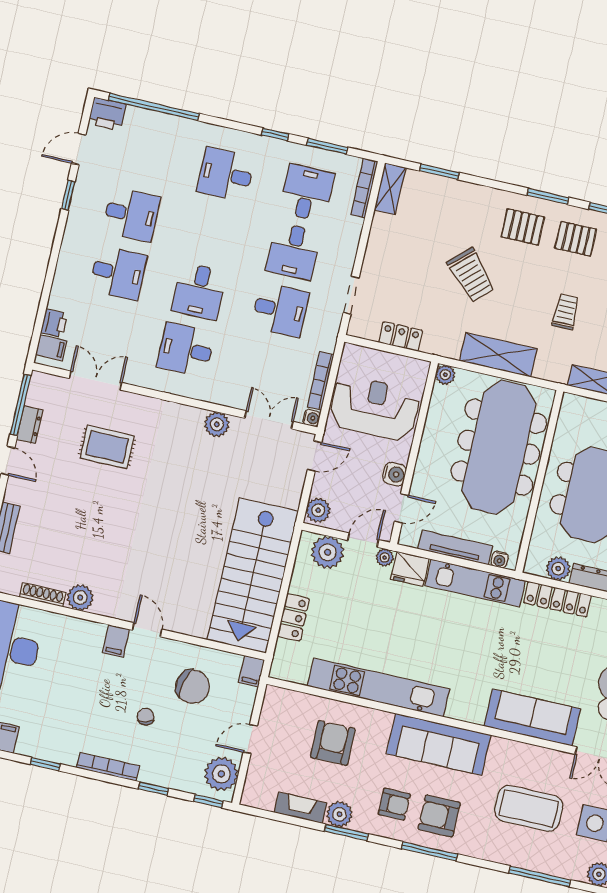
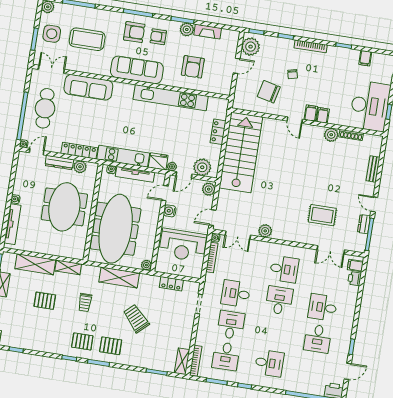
desk: (131, 214) -> (318, 339), turned -90
filing cabinet: (252, 671) -> (323, 115), moved

